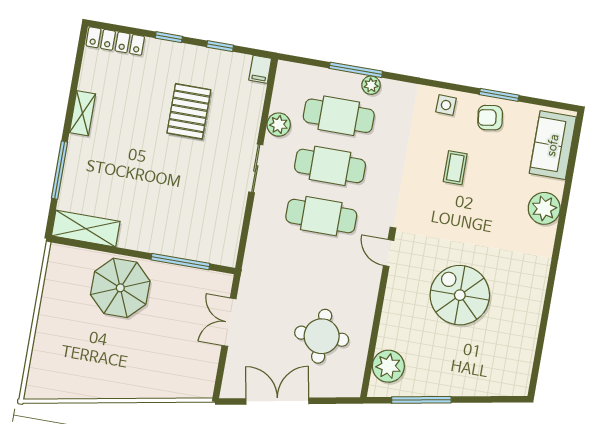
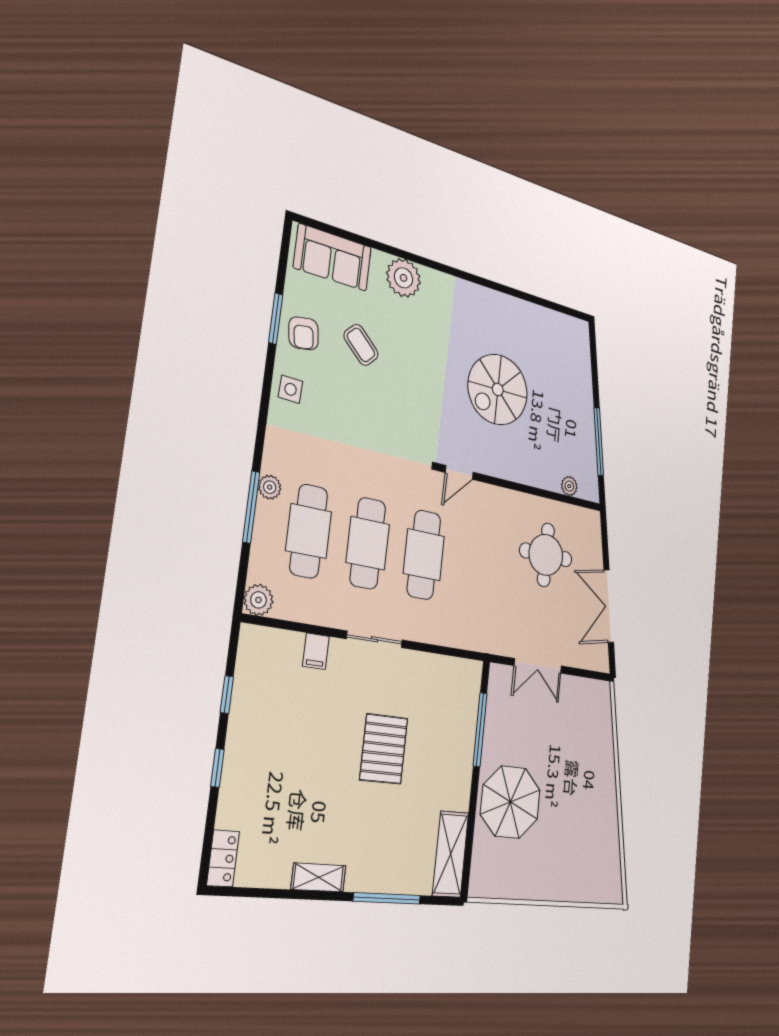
locker: (115, 41) -> (223, 858), width x0.66
filing cabinet: (260, 69) -> (316, 651), moved, turned 90
pallet: (189, 111) -> (384, 749), moved, turned 90
plant: (279, 125) -> (258, 600), moved
coffee table: (455, 168) -> (361, 345), moved, turned 44
plant: (388, 366) -> (569, 486), width x0.53, depth x0.53

